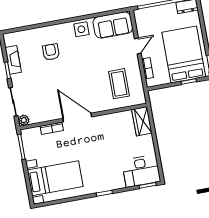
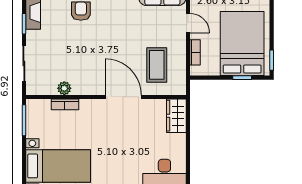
door: (138, 46) -> (188, 23), hinge flipped
door: (77, 118) -> (123, 97), moved
plant: (24, 120) -> (64, 88), moved

